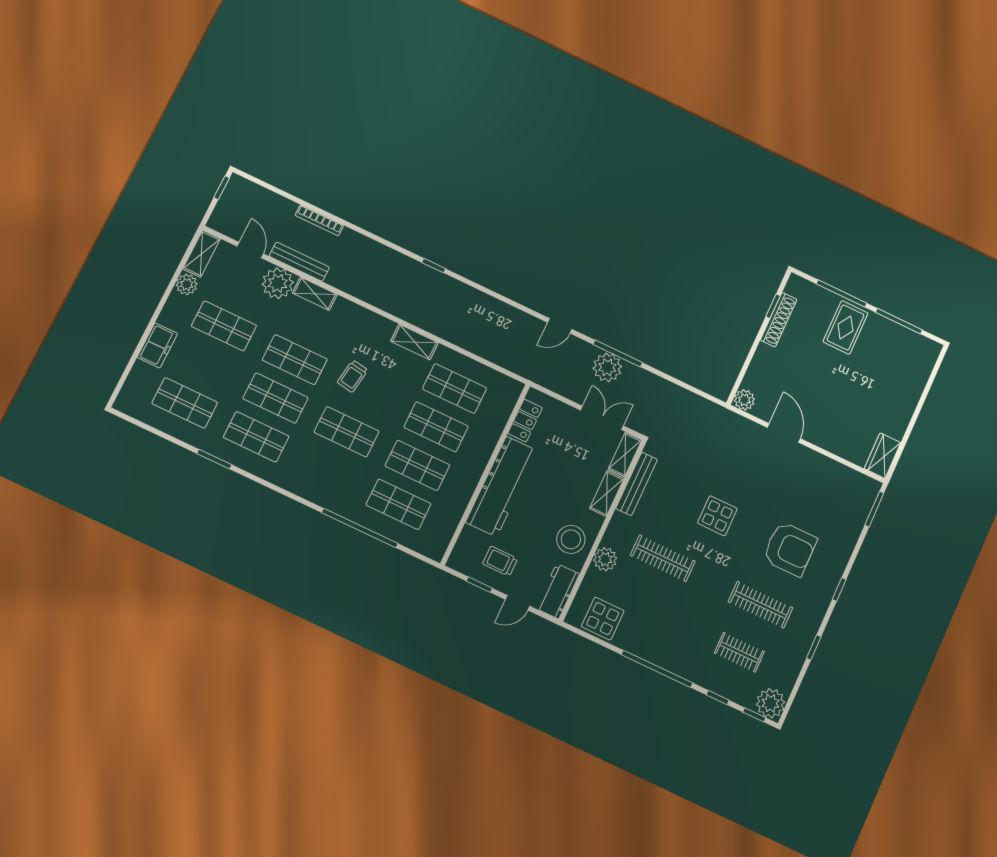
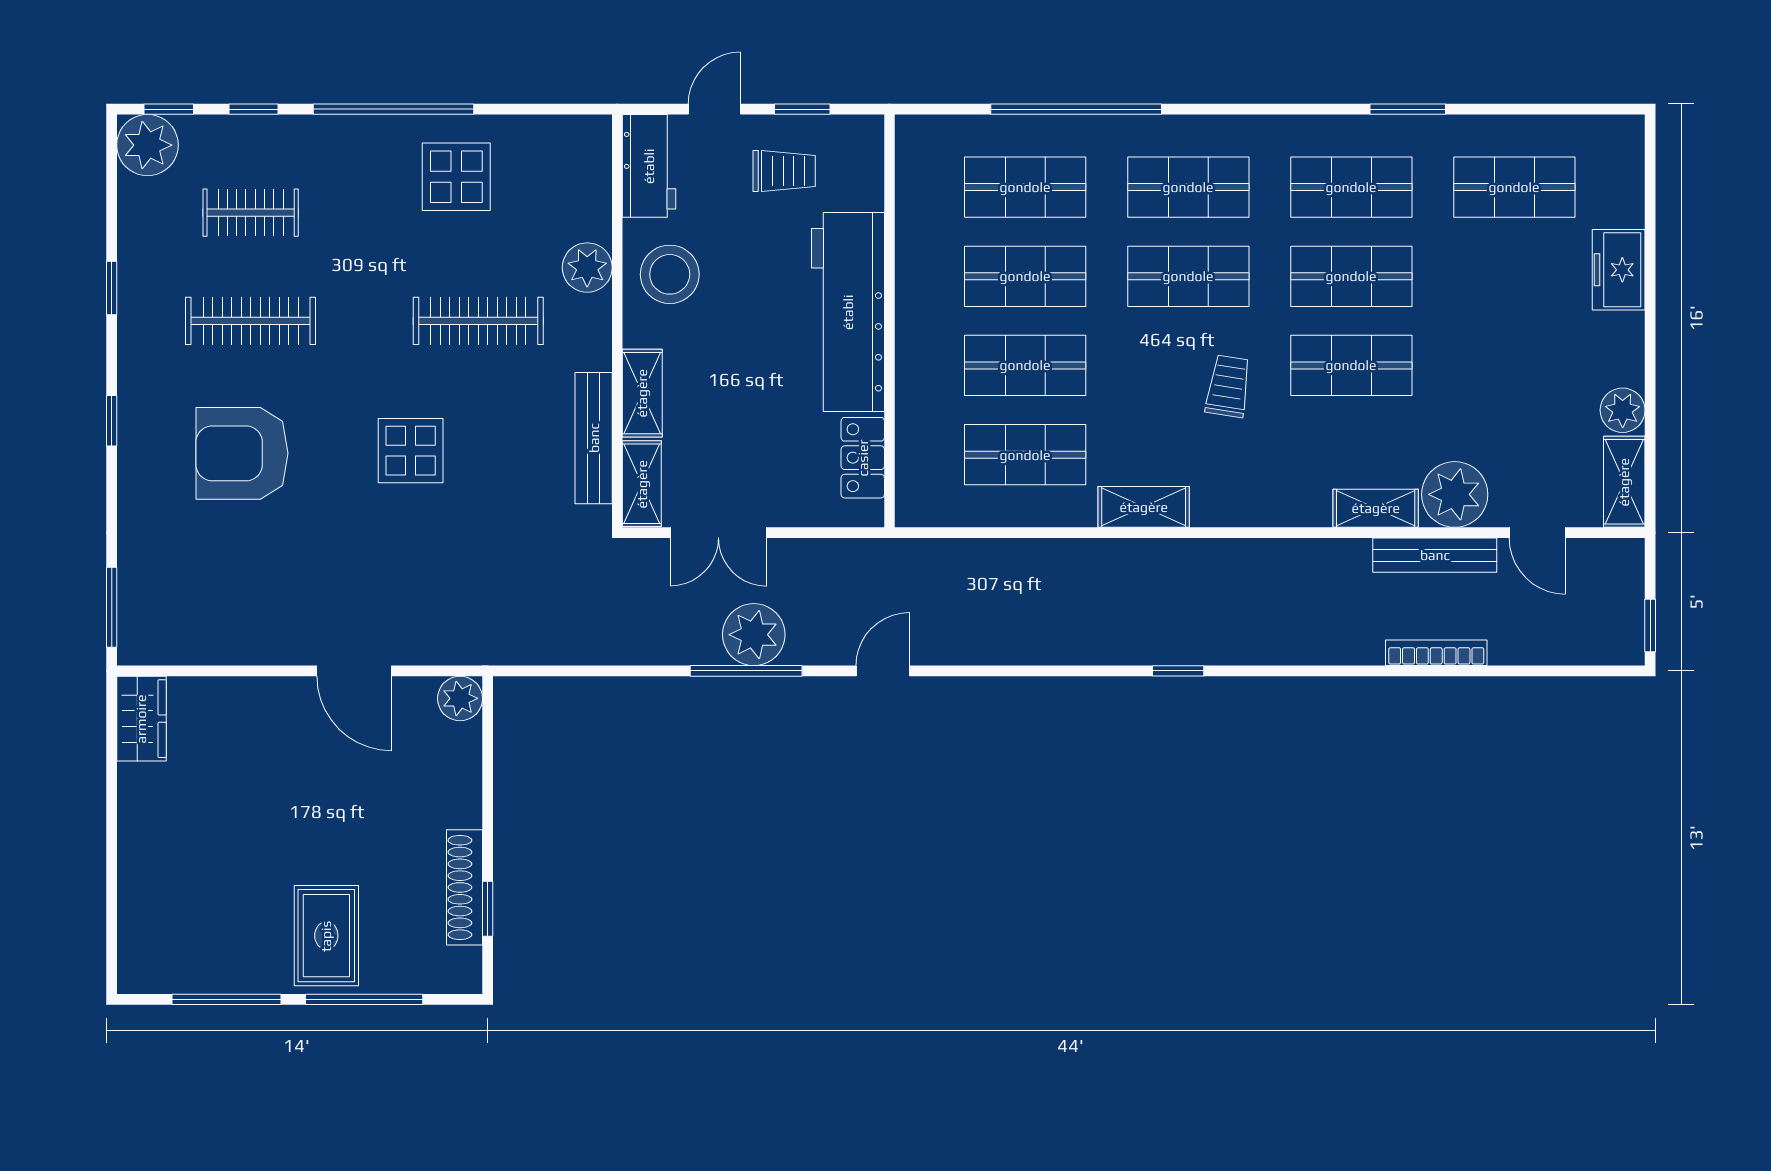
shop shelf: (224, 326) -> (1188, 187), moved
display table: (603, 619) -> (456, 177), moved

